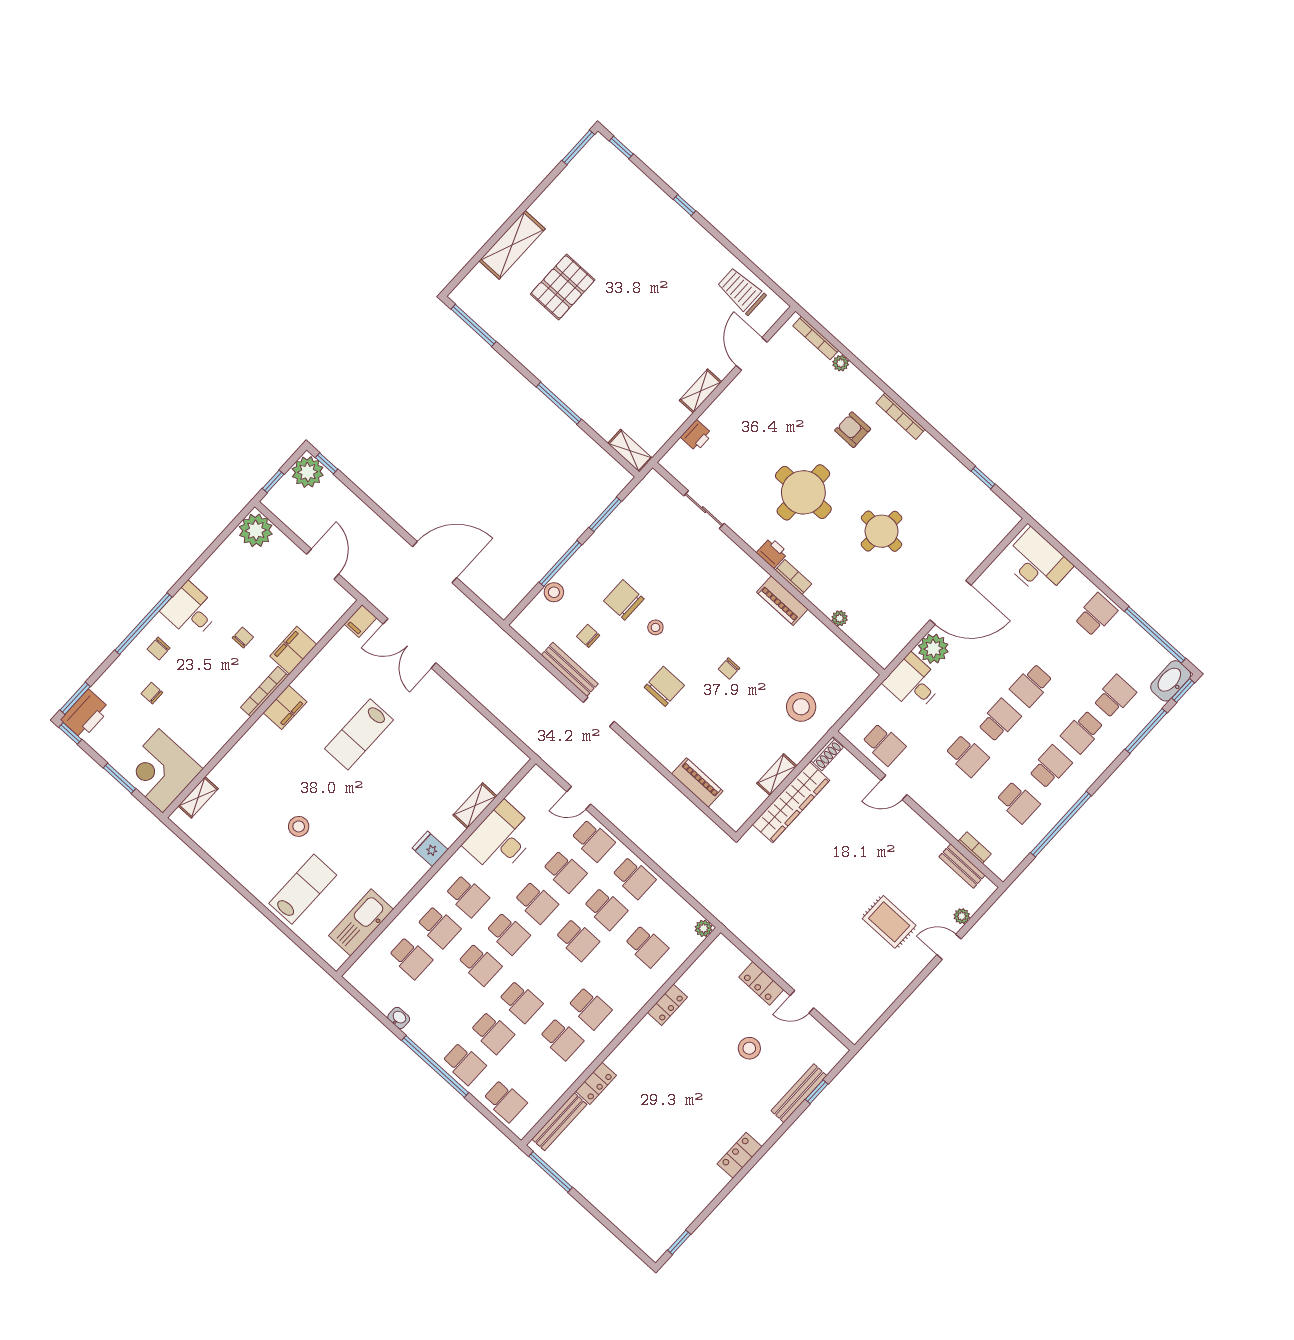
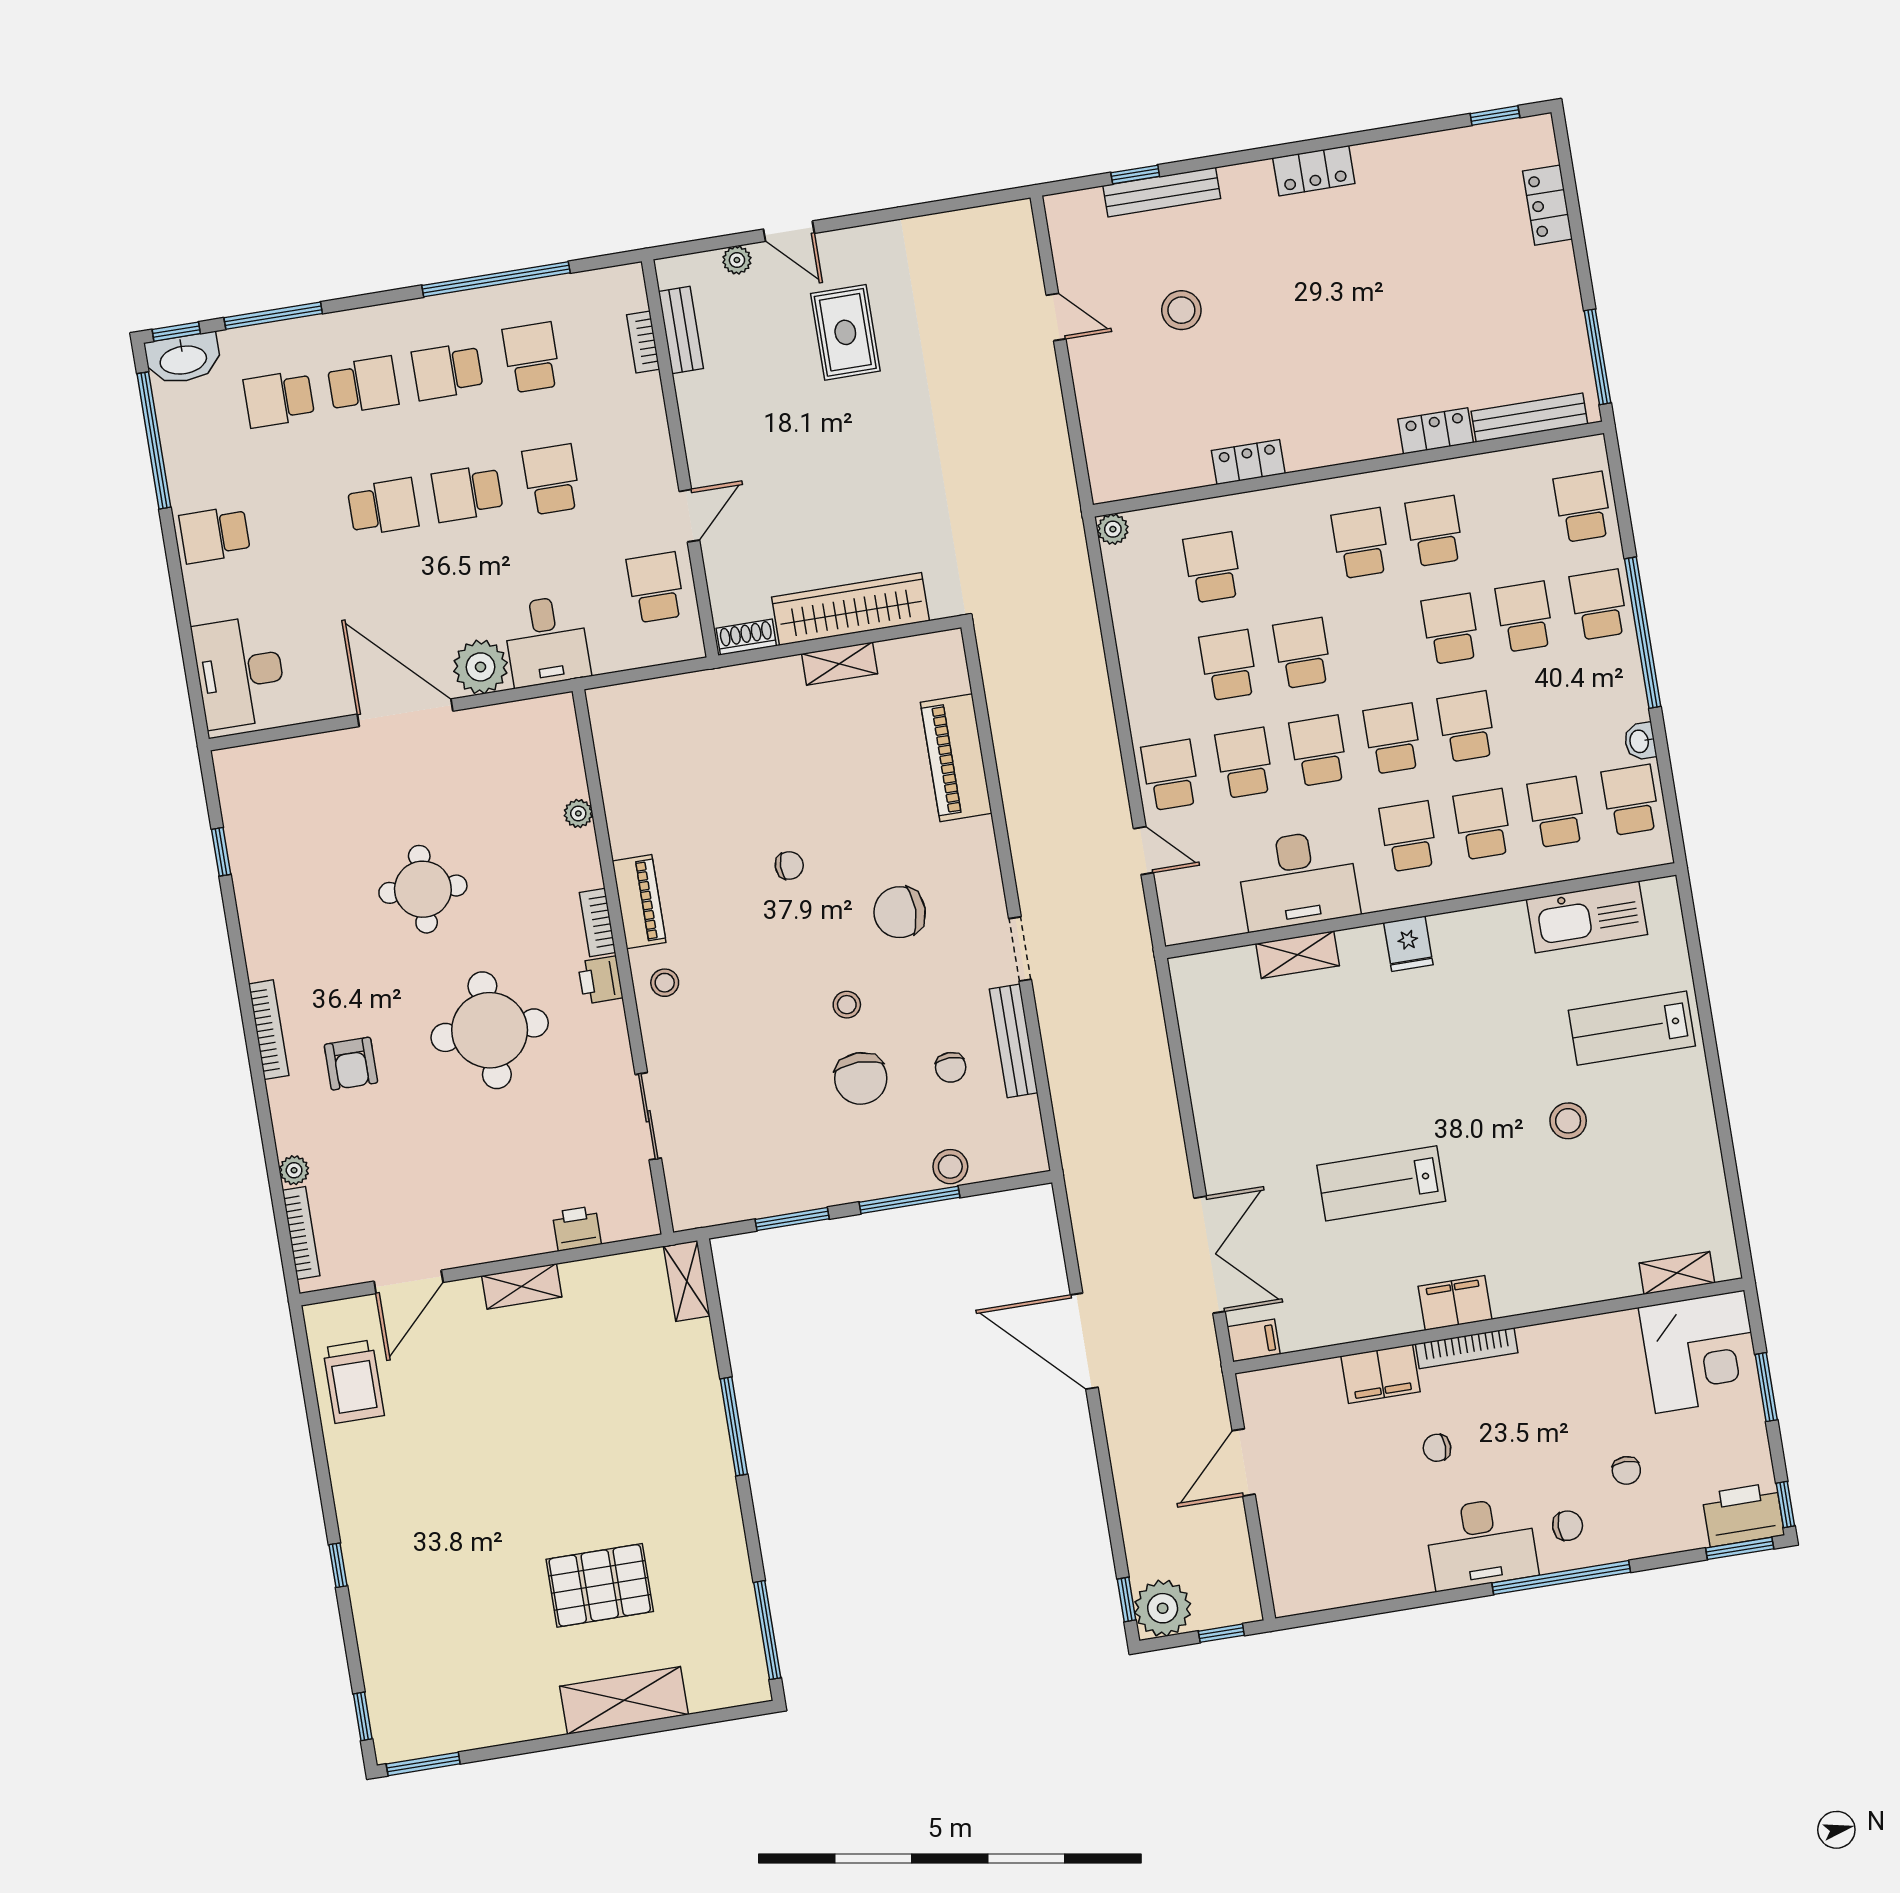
plant: (256, 530) -> (1300, 1584), removed
desk: (190, 611) -> (1481, 1543), width x1.37
stool: (801, 707) -> (665, 983), moved, width x0.53, depth x0.53
lab bench: (359, 734) -> (1381, 1183), turned 180
piano: (697, 782) -> (956, 758), width x1.37, depth x1.33
door: (894, 787) -> (689, 516), hinge flipped
school desk: (634, 878) -> (1631, 800), moved
locker: (761, 983) -> (1548, 205), moved, turned 180

